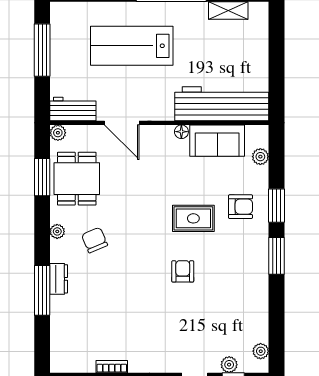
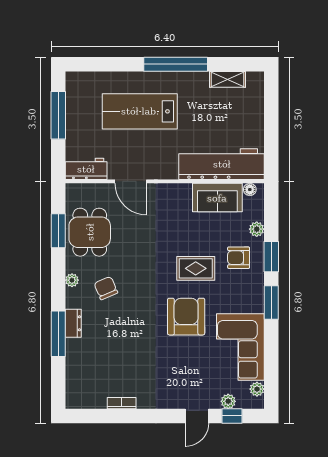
floor lamp: (181, 132) -> (250, 190), moved
plant: (58, 133) -> (73, 190), removed
plant: (260, 157) -> (257, 229), moved
armchair: (240, 207) -> (239, 258), turned 180
armchair: (183, 271) -> (186, 317), width x1.88, depth x1.88
corner sofa: (242, 305) -> (240, 347), added

